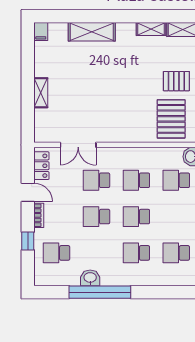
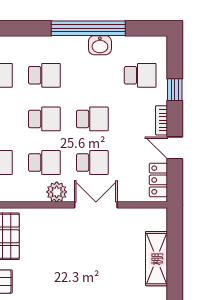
shelving: (41, 93) -> (156, 259), width x1.50, depth x1.33
double door: (78, 145) -> (96, 205), moved
plant: (126, 156) -> (57, 192), added

